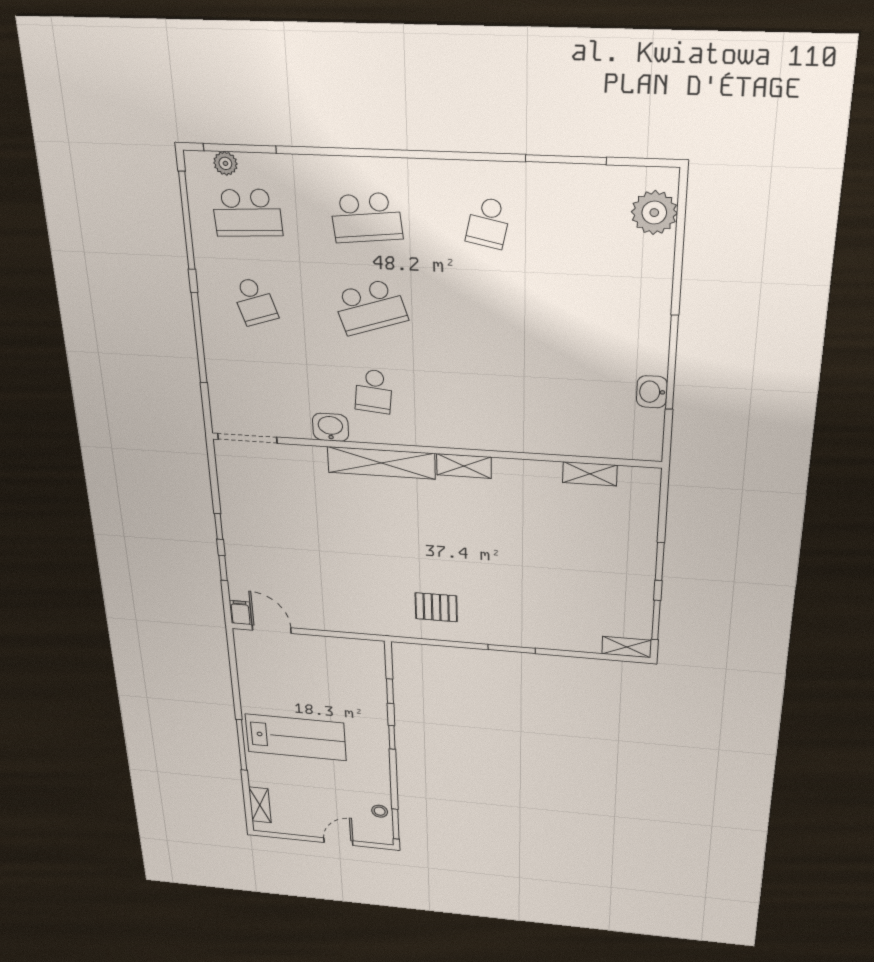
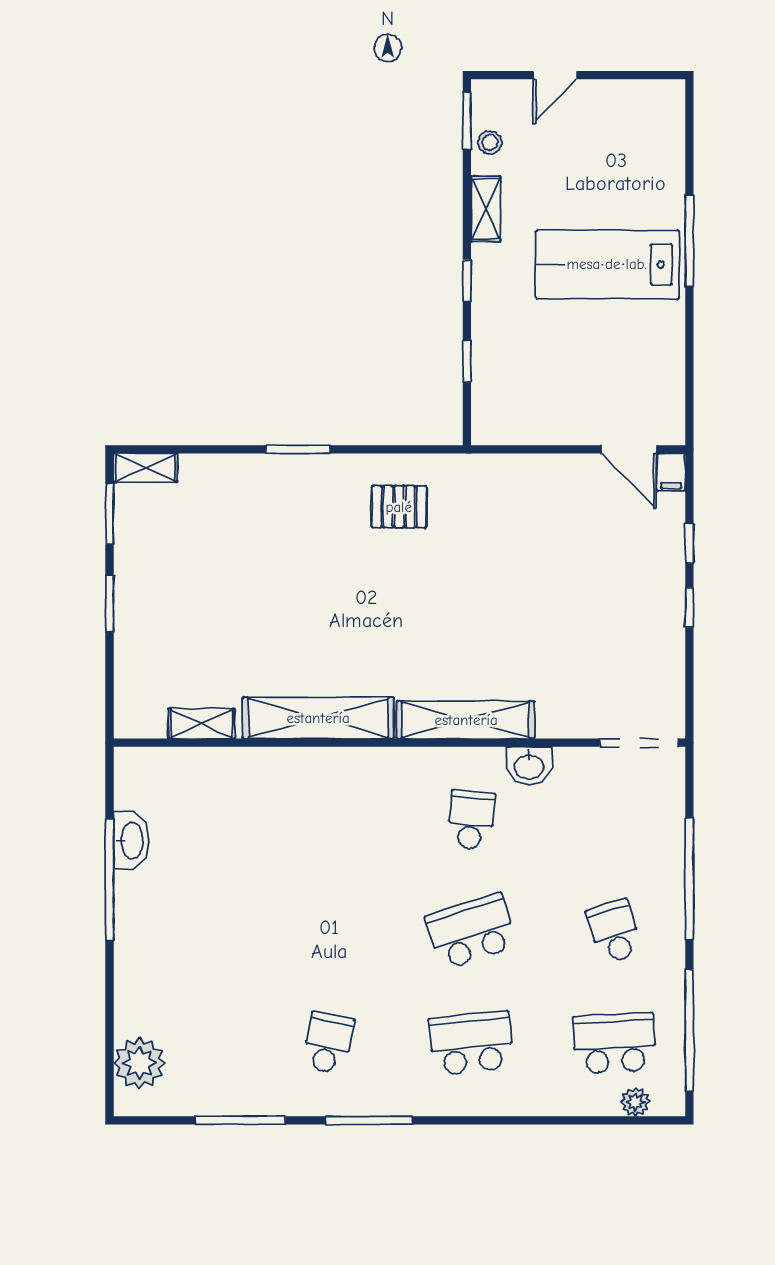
window: (240, 148) -> (369, 1120), moved
washbasin: (652, 392) -> (131, 841), width x1.38
shelving: (464, 466) -> (318, 718), width x2.20, depth x1.33
shelving: (260, 805) -> (486, 209), moved

